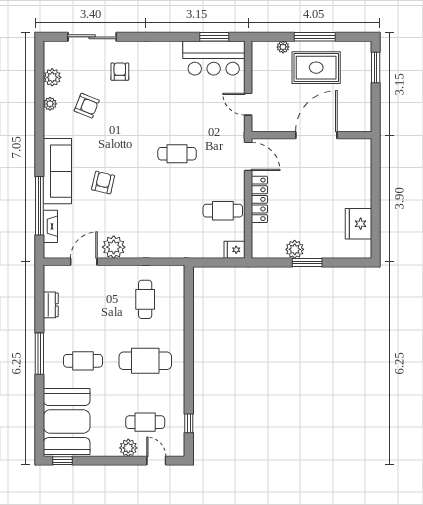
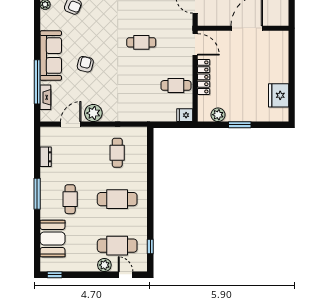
plant: (295, 249) -> (218, 115), moved
cafe table: (83, 361) -> (70, 199), turned 90
booth: (67, 422) -> (53, 238), width x0.73, depth x0.70
cafe table: (145, 422) -> (117, 246), width x1.37, depth x1.35

